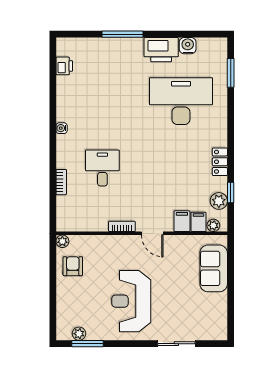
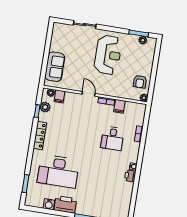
printer: (64, 66) -> (130, 176), moved
locker: (220, 162) -> (40, 135), width x1.53
filing cabinet: (182, 221) -> (119, 106), moved

